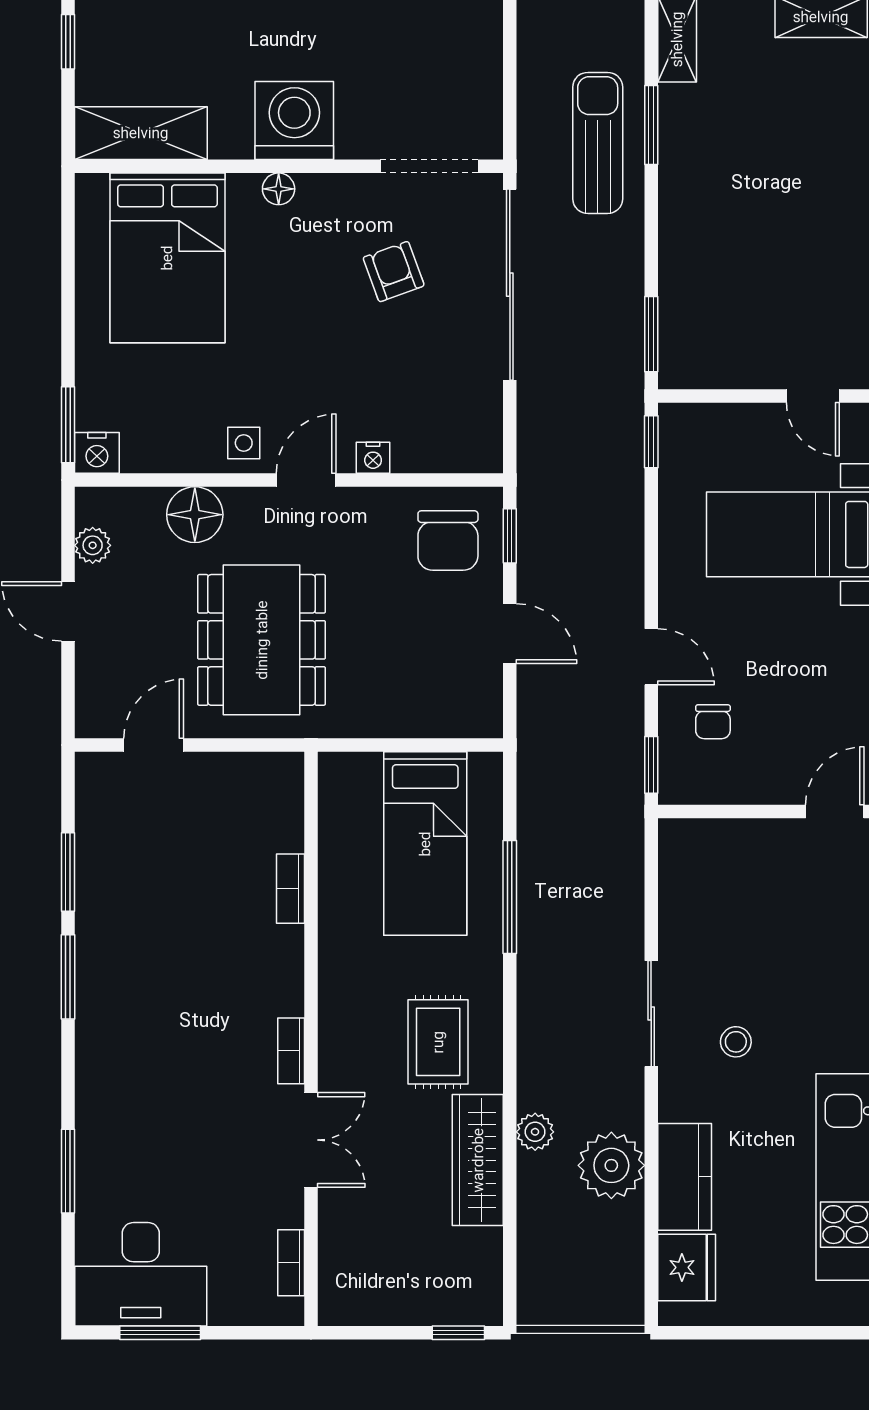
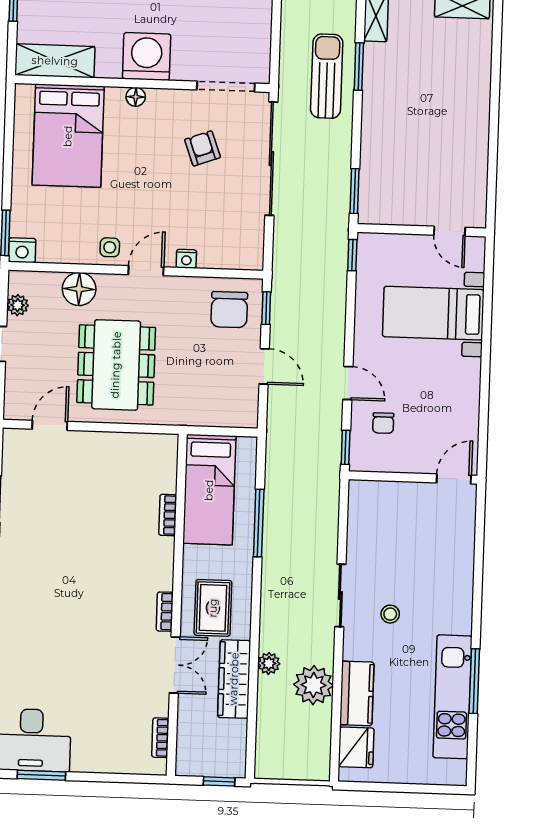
bookcase: (290, 889) -> (168, 515), moved
wall: (311, 1039) -> (177, 605), moved
bookcase: (291, 1051) -> (165, 612), moved
double door: (311, 1140) -> (175, 665), moved
bookcase: (291, 1263) -> (160, 738), moved

